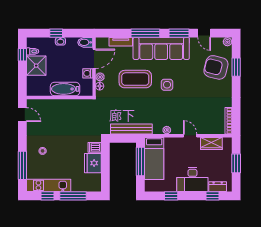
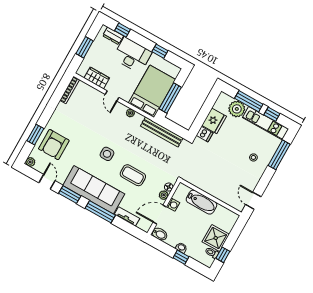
armchair: (216, 67) -> (54, 145), turned 76
coffee table: (135, 79) -> (133, 175), width x0.73, depth x0.76
bed: (154, 158) -> (152, 91), width x1.50
plant: (79, 184) -> (237, 109), added

